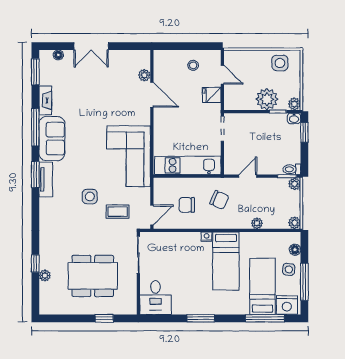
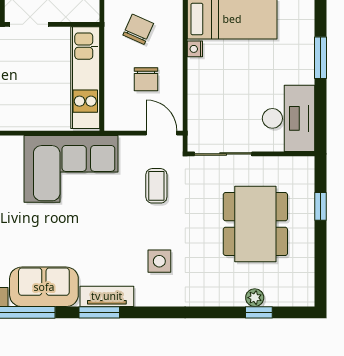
side table: (90, 197) -> (159, 261), moved
window: (35, 263) -> (259, 312), moved
desk: (156, 298) -> (289, 118), width x1.37

